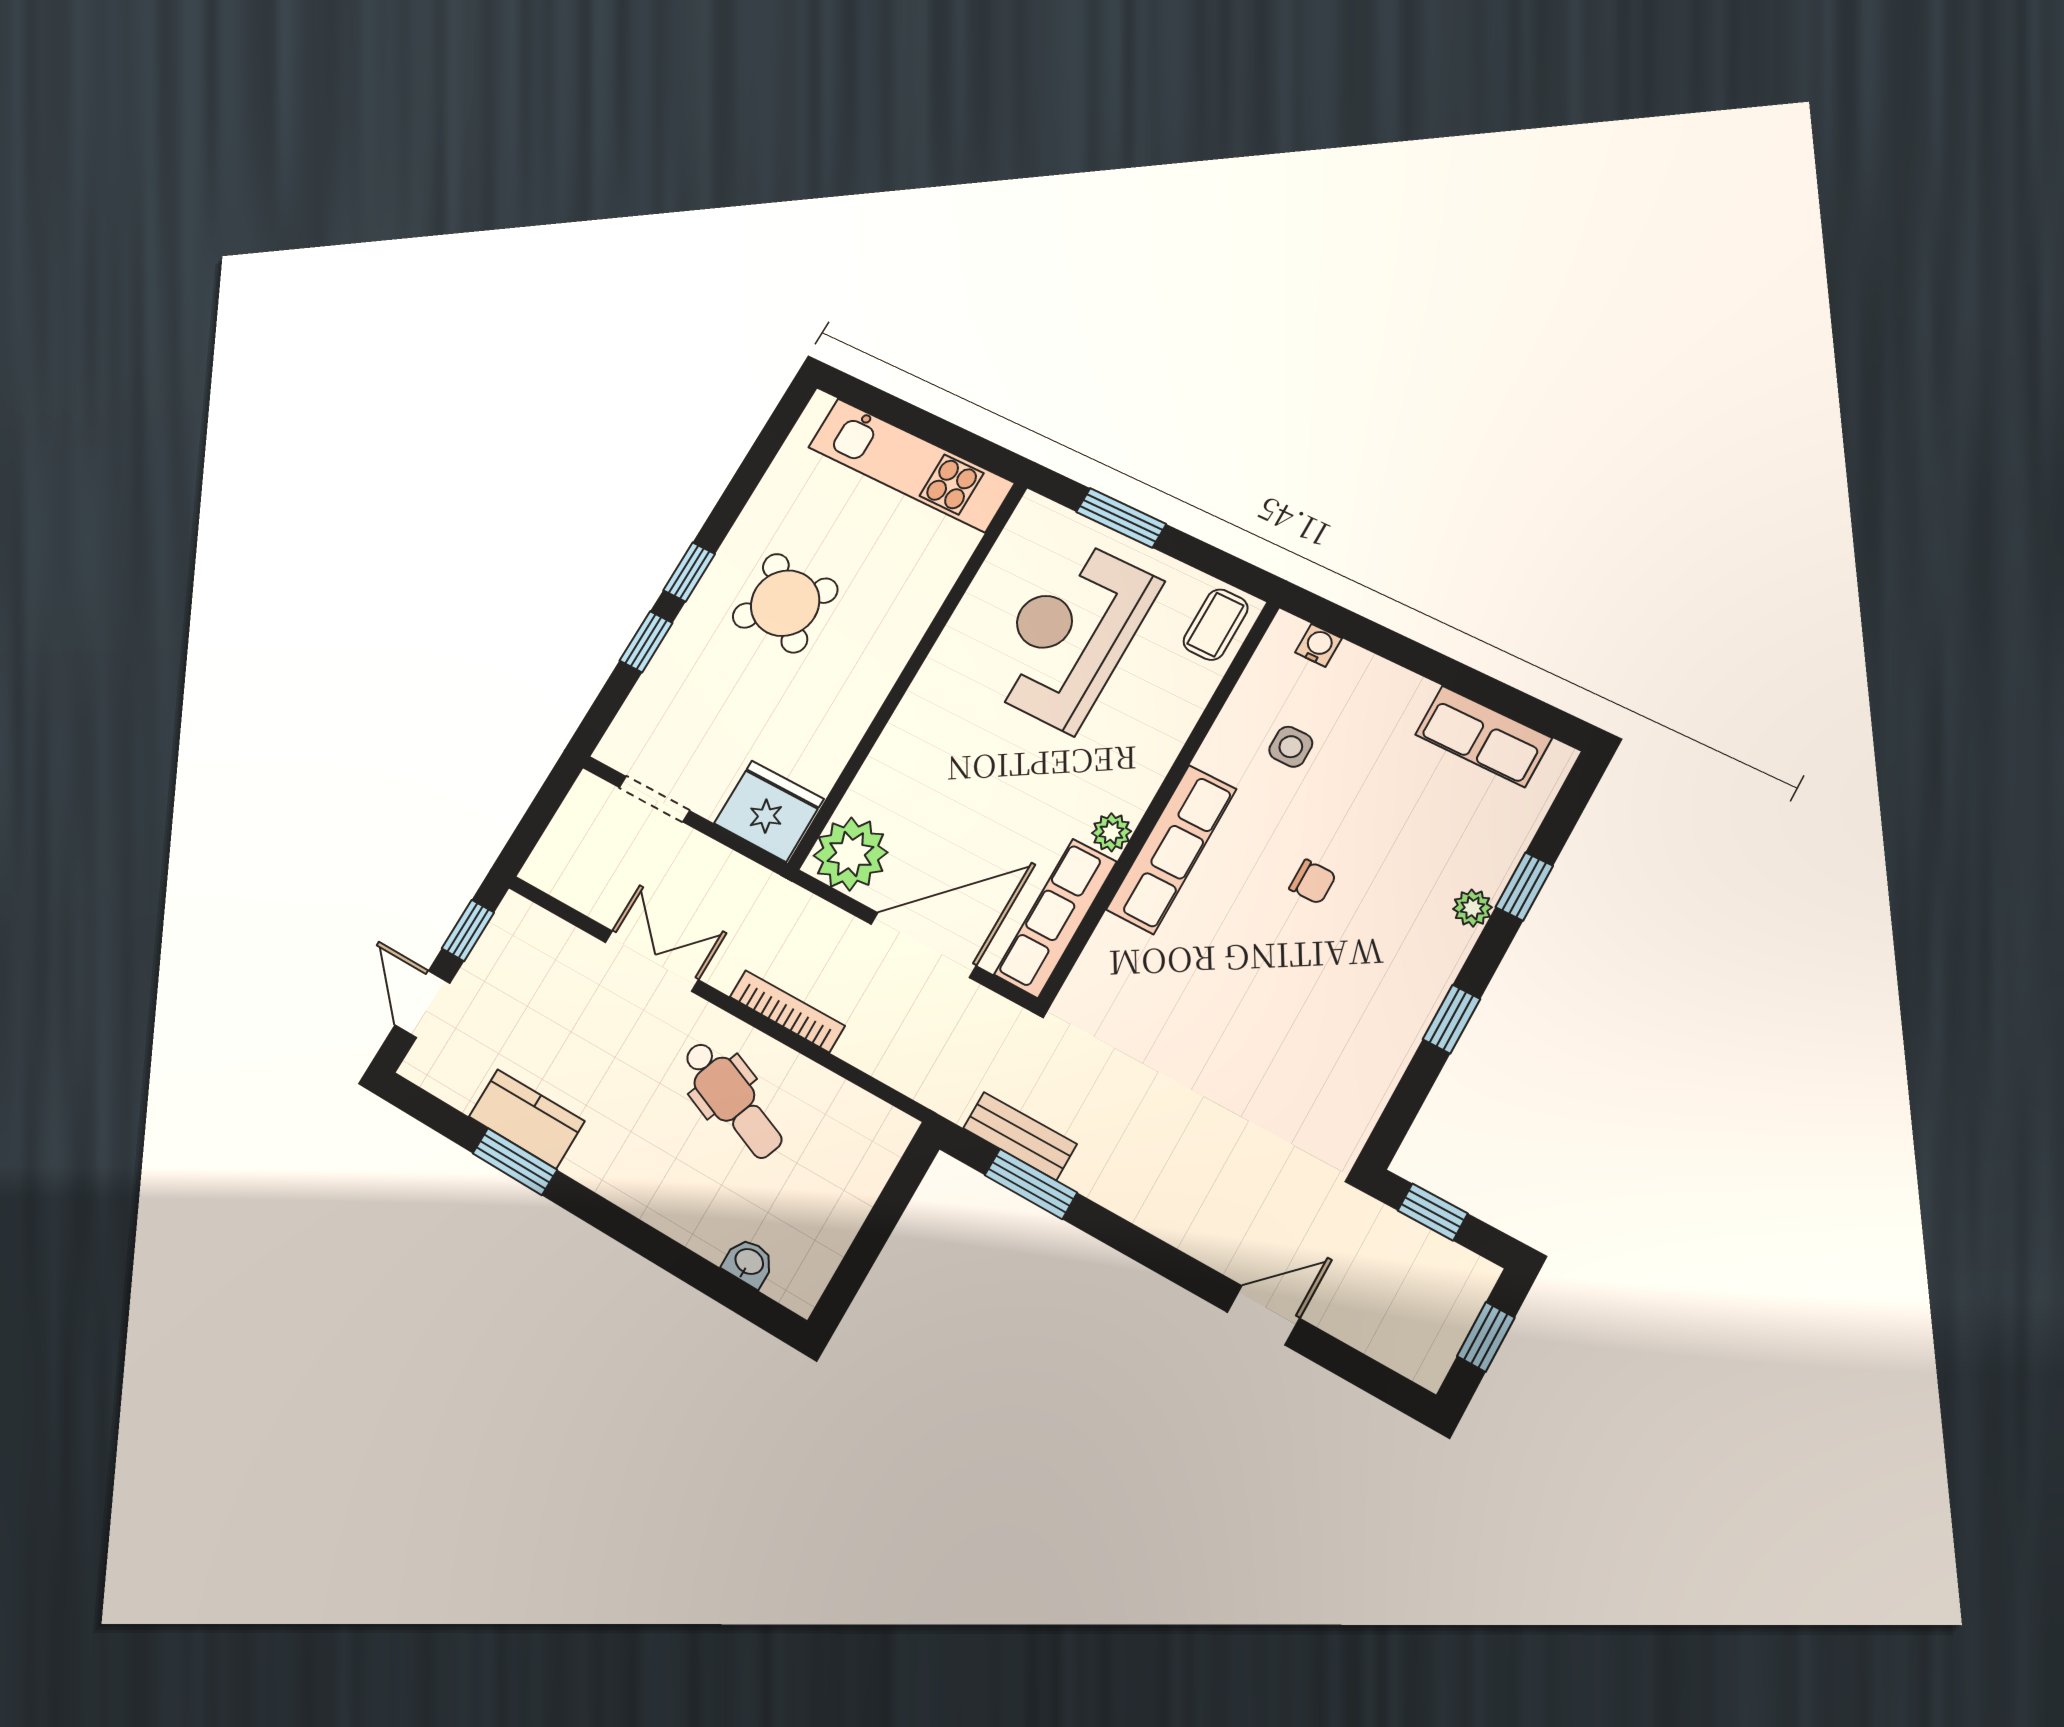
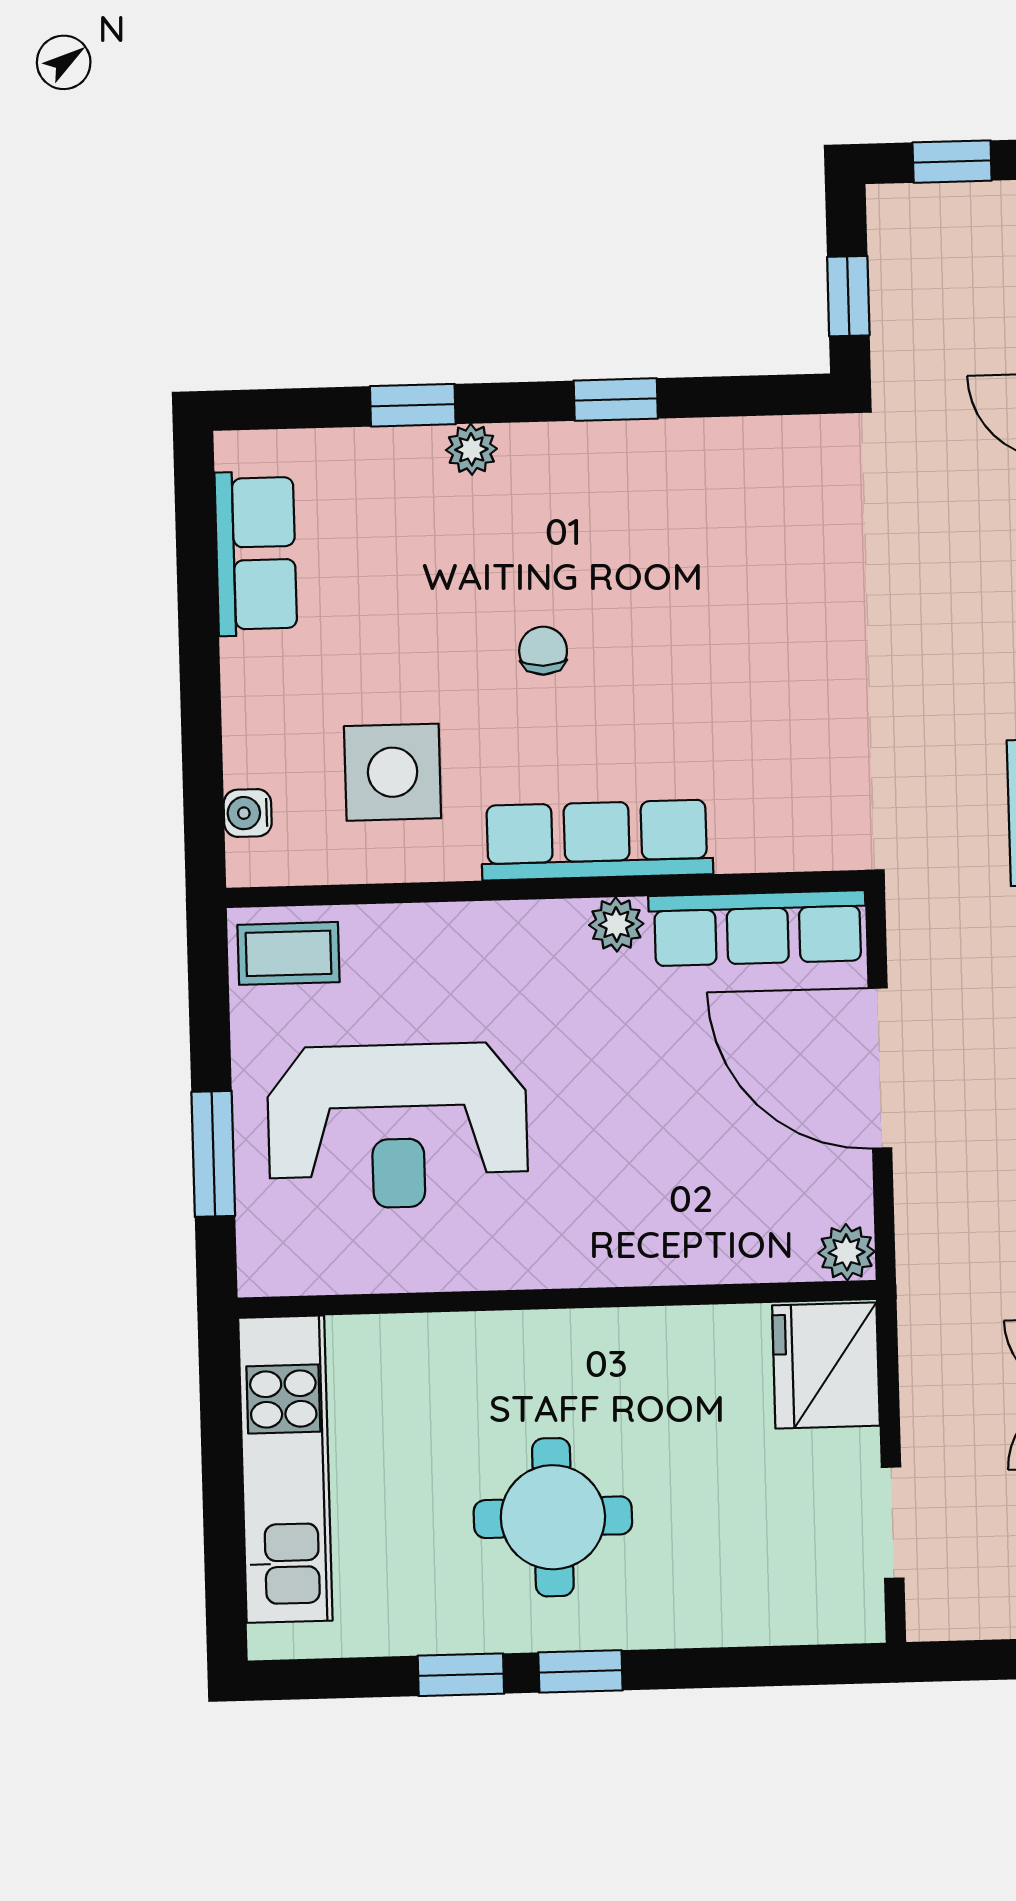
round table: (785, 603) -> (553, 1517), turned 45
window: (646, 642) -> (461, 1675), moved
side table: (1291, 747) -> (393, 772), width x1.87, depth x1.87
plant: (851, 854) -> (847, 1252), width x0.53, depth x0.53

